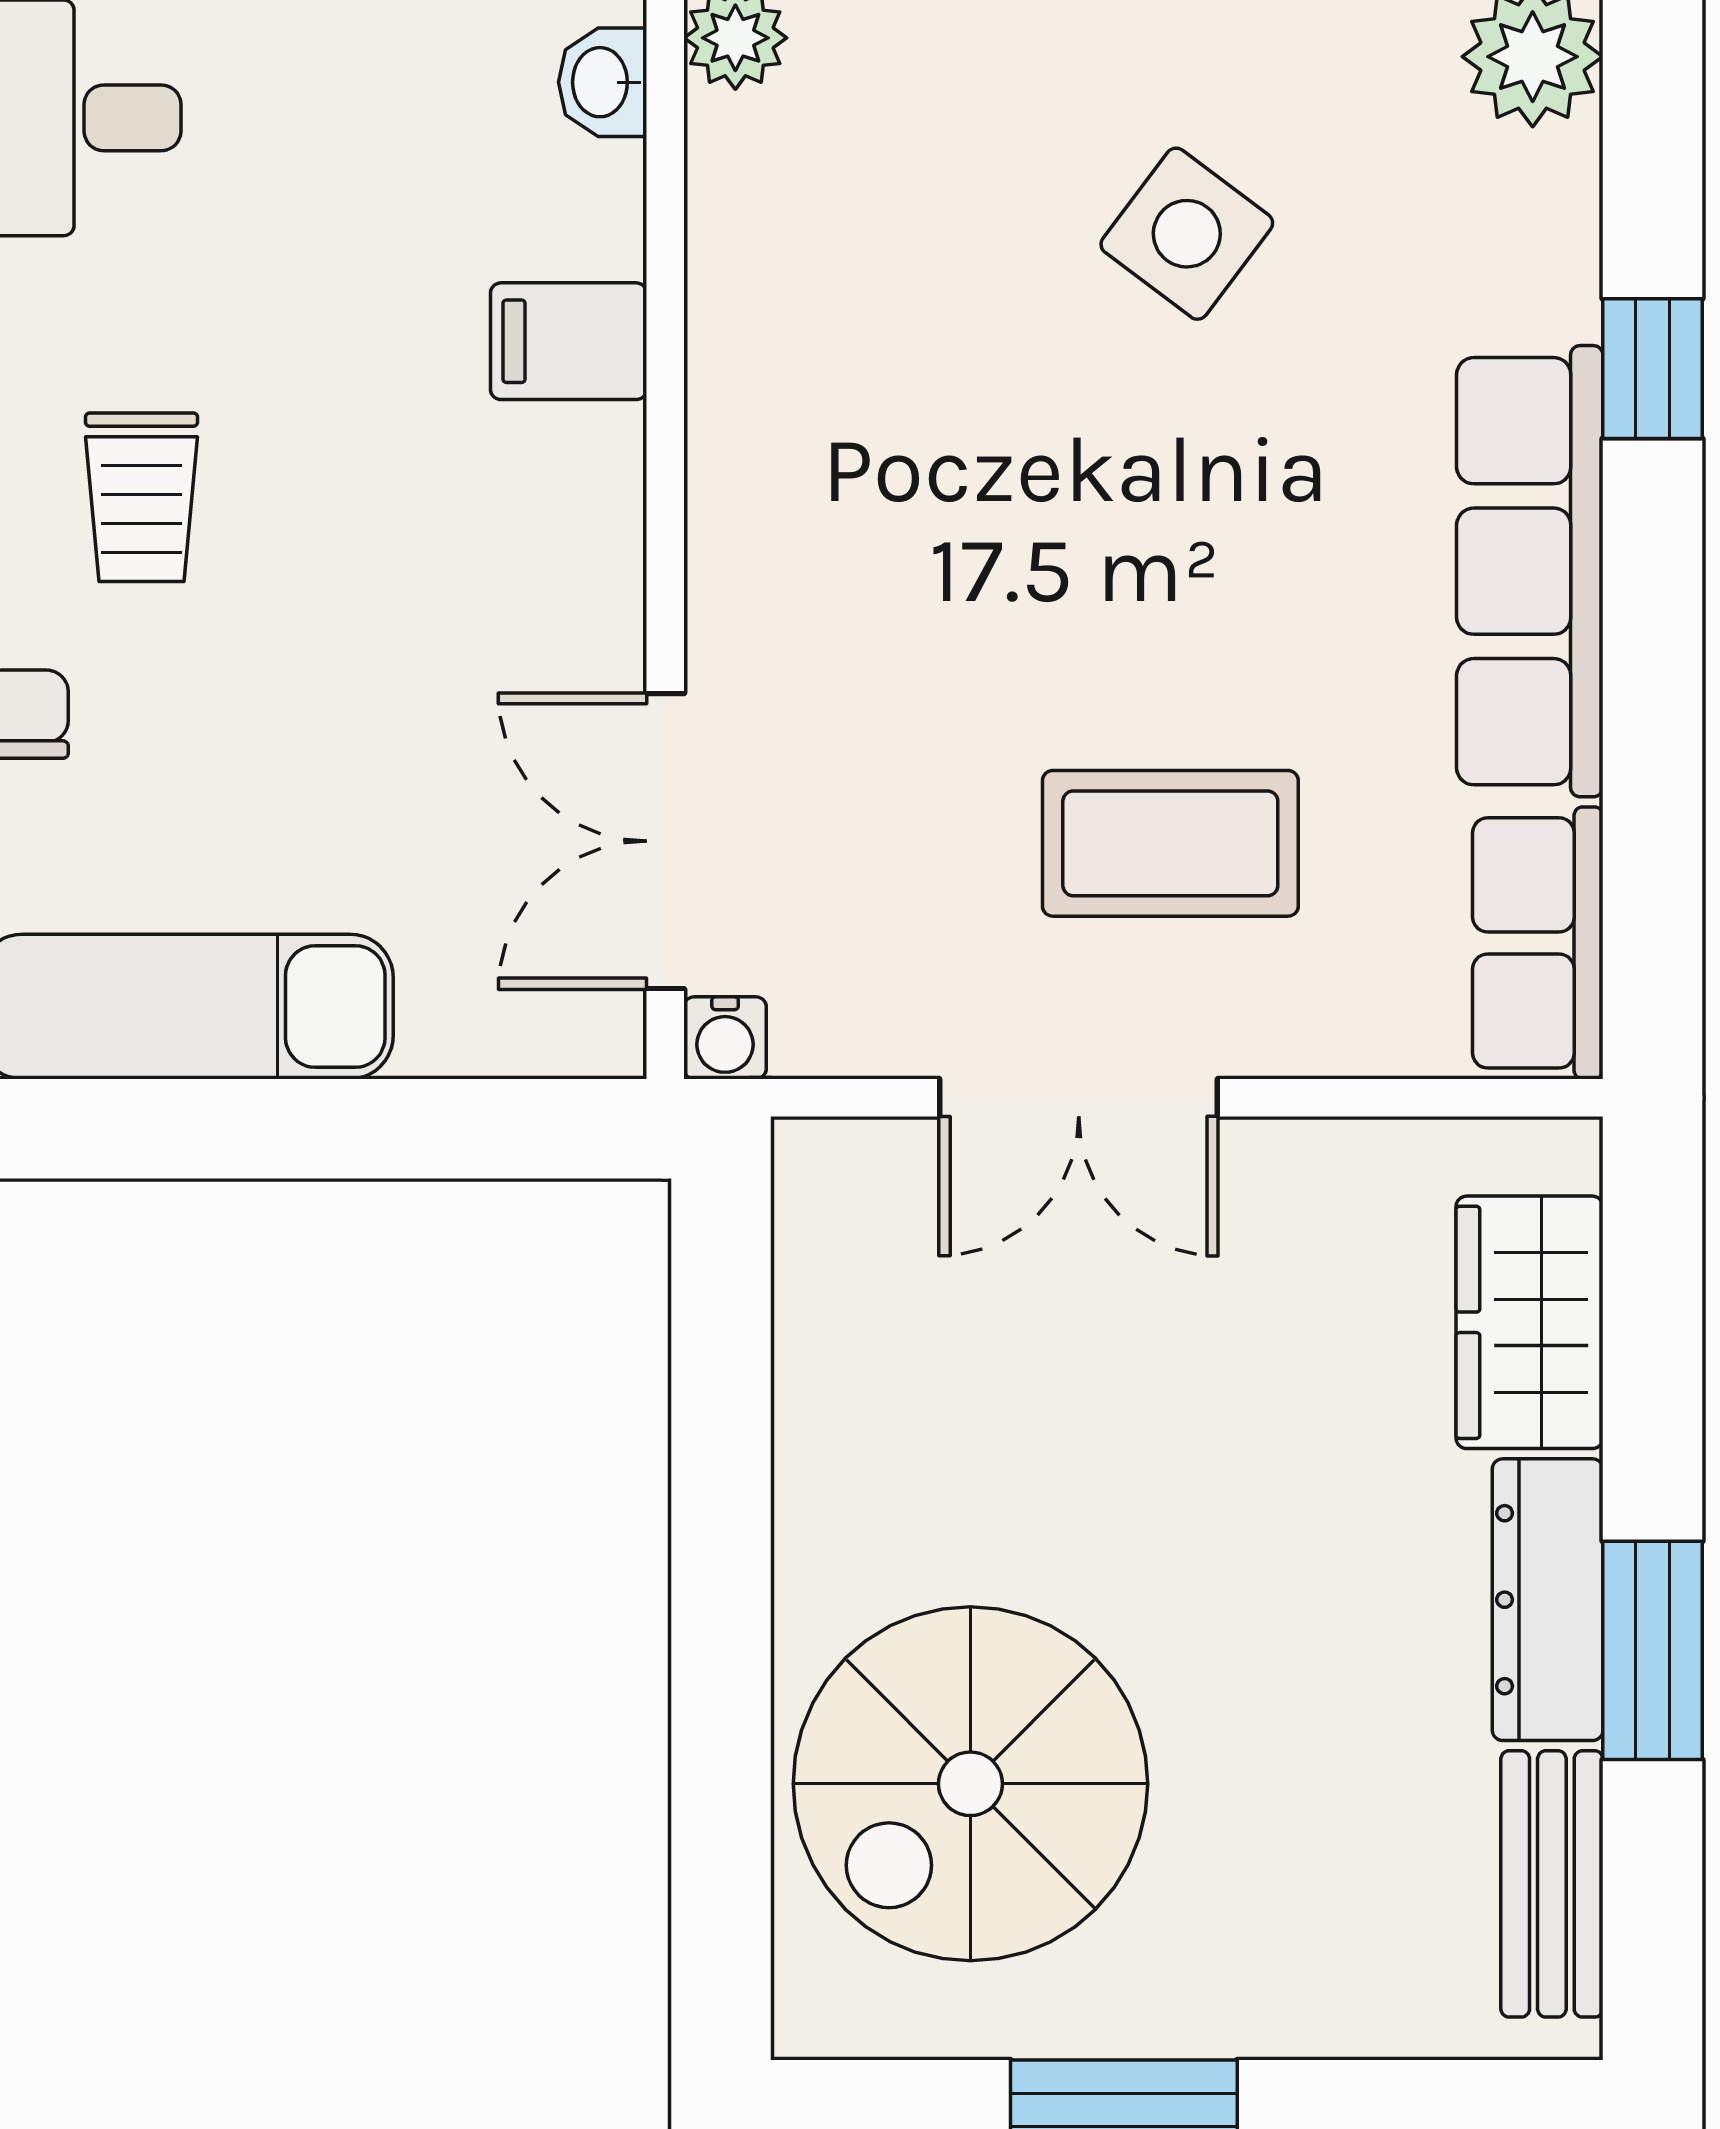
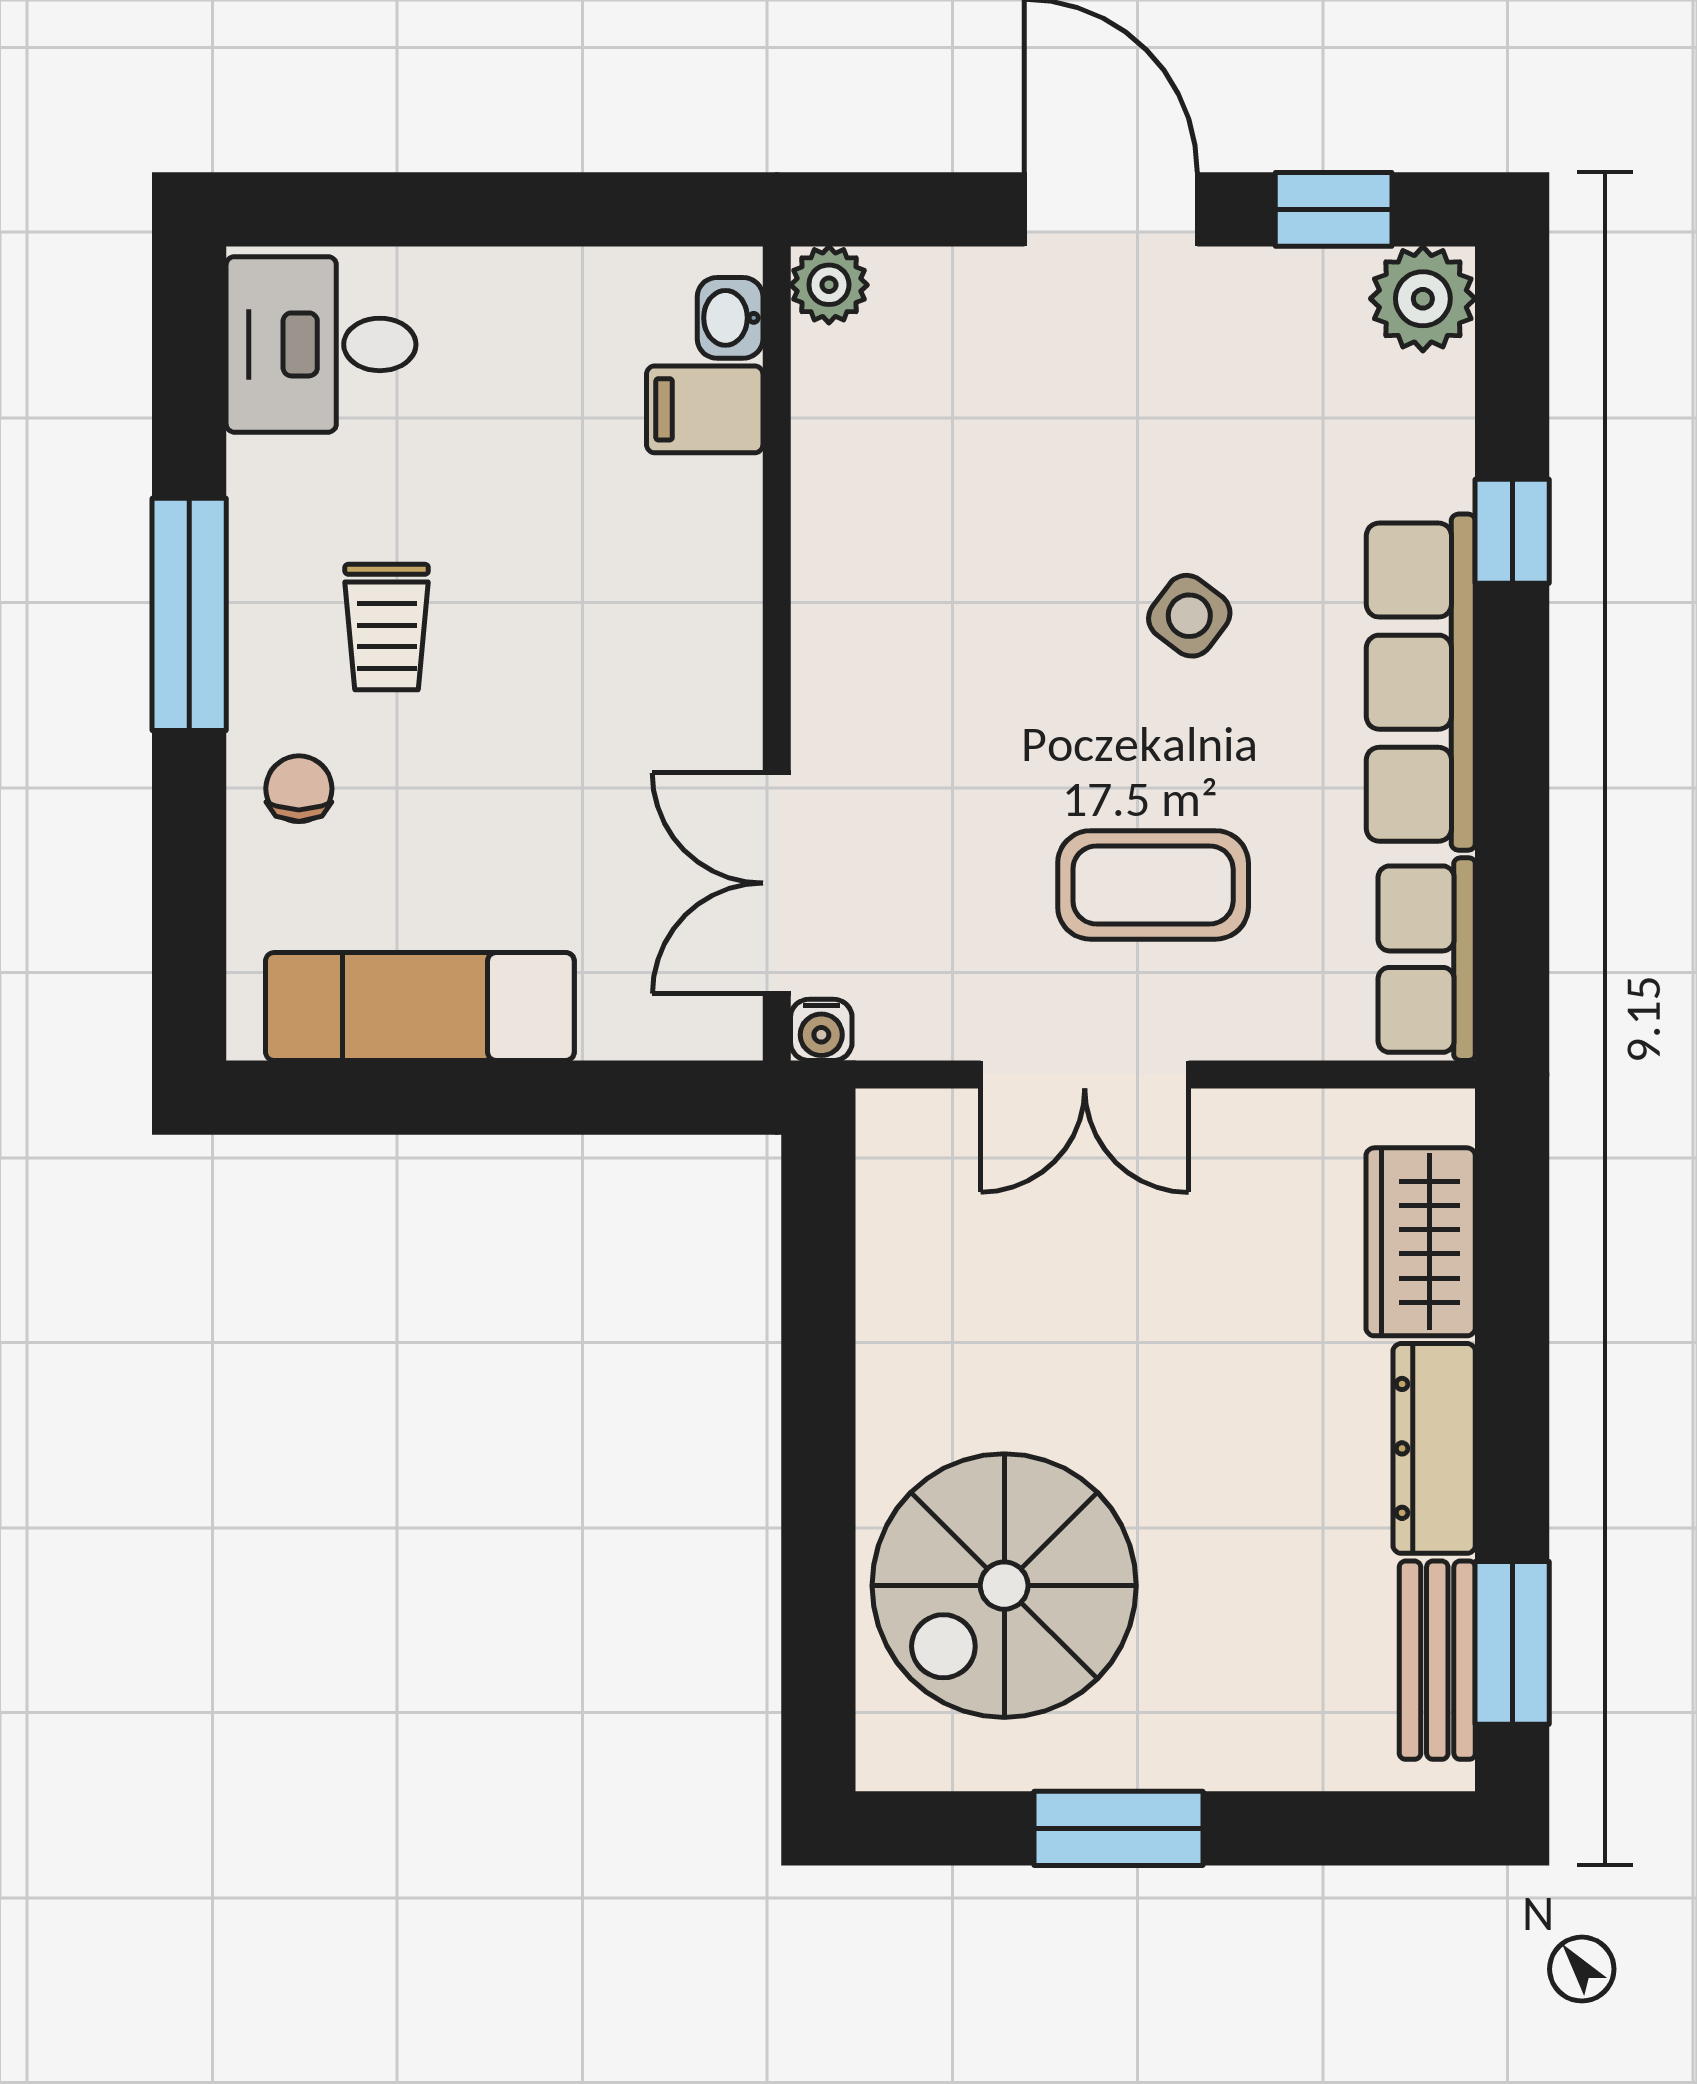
side table: (1187, 234) -> (1189, 616), moved, width x0.73, depth x0.73
filing cabinet: (569, 341) -> (705, 409), moved
window: (1652, 1650) -> (1512, 1643), moved

